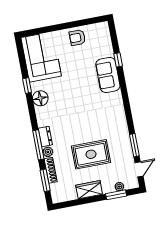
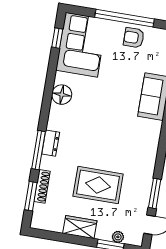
window: (65, 26) -> (124, 18), added
window: (27, 86) -> (57, 38), moved
plant: (48, 152) -> (47, 163), removed

